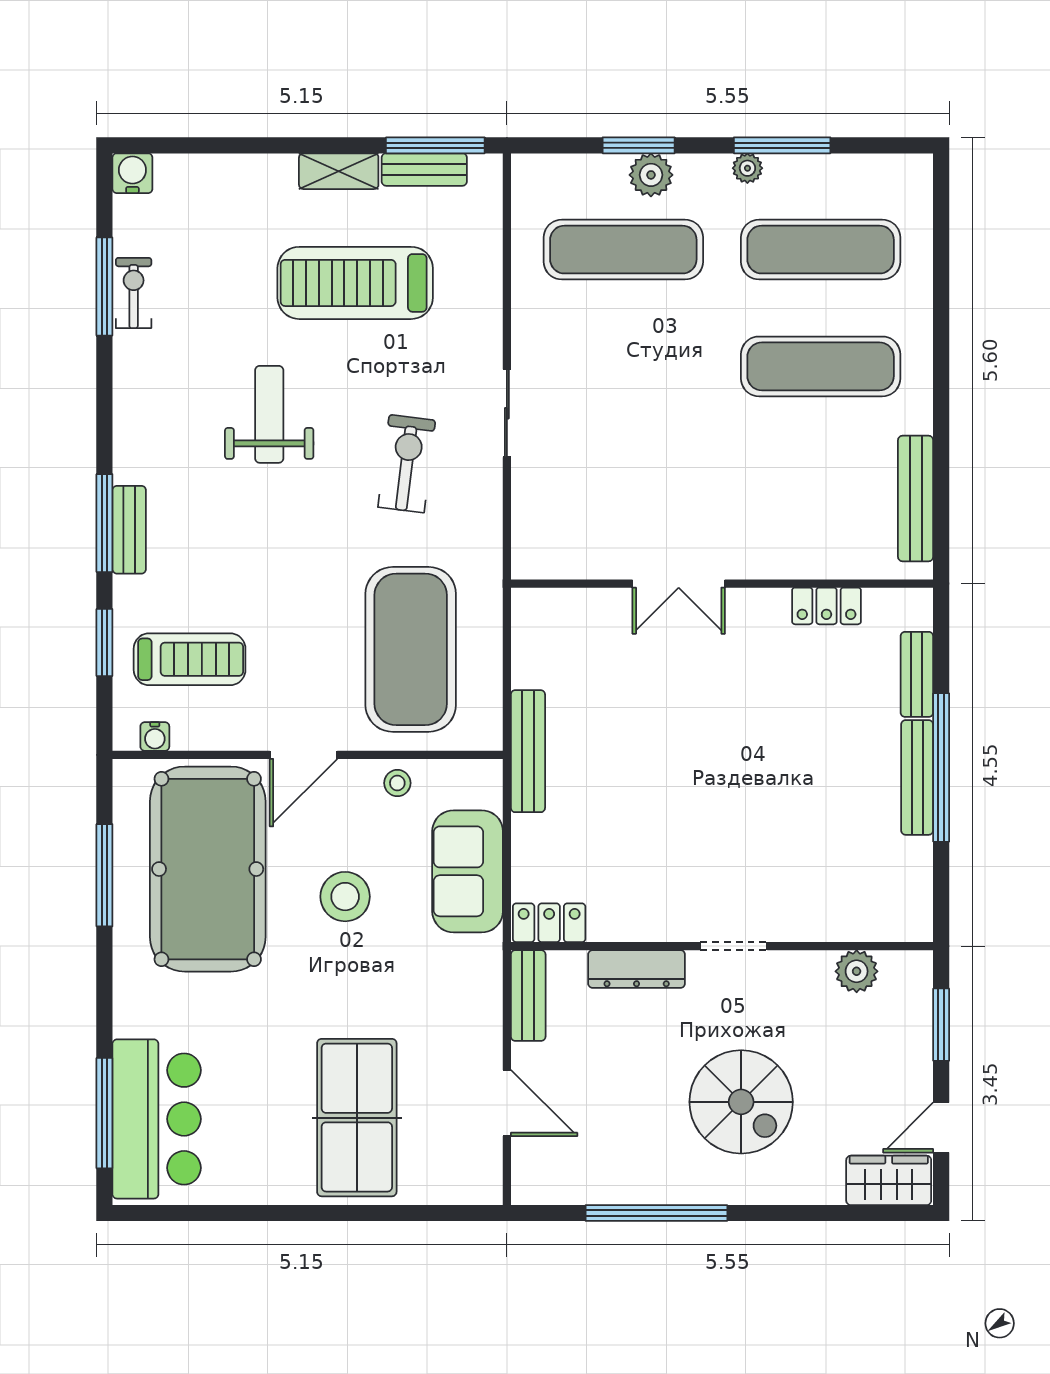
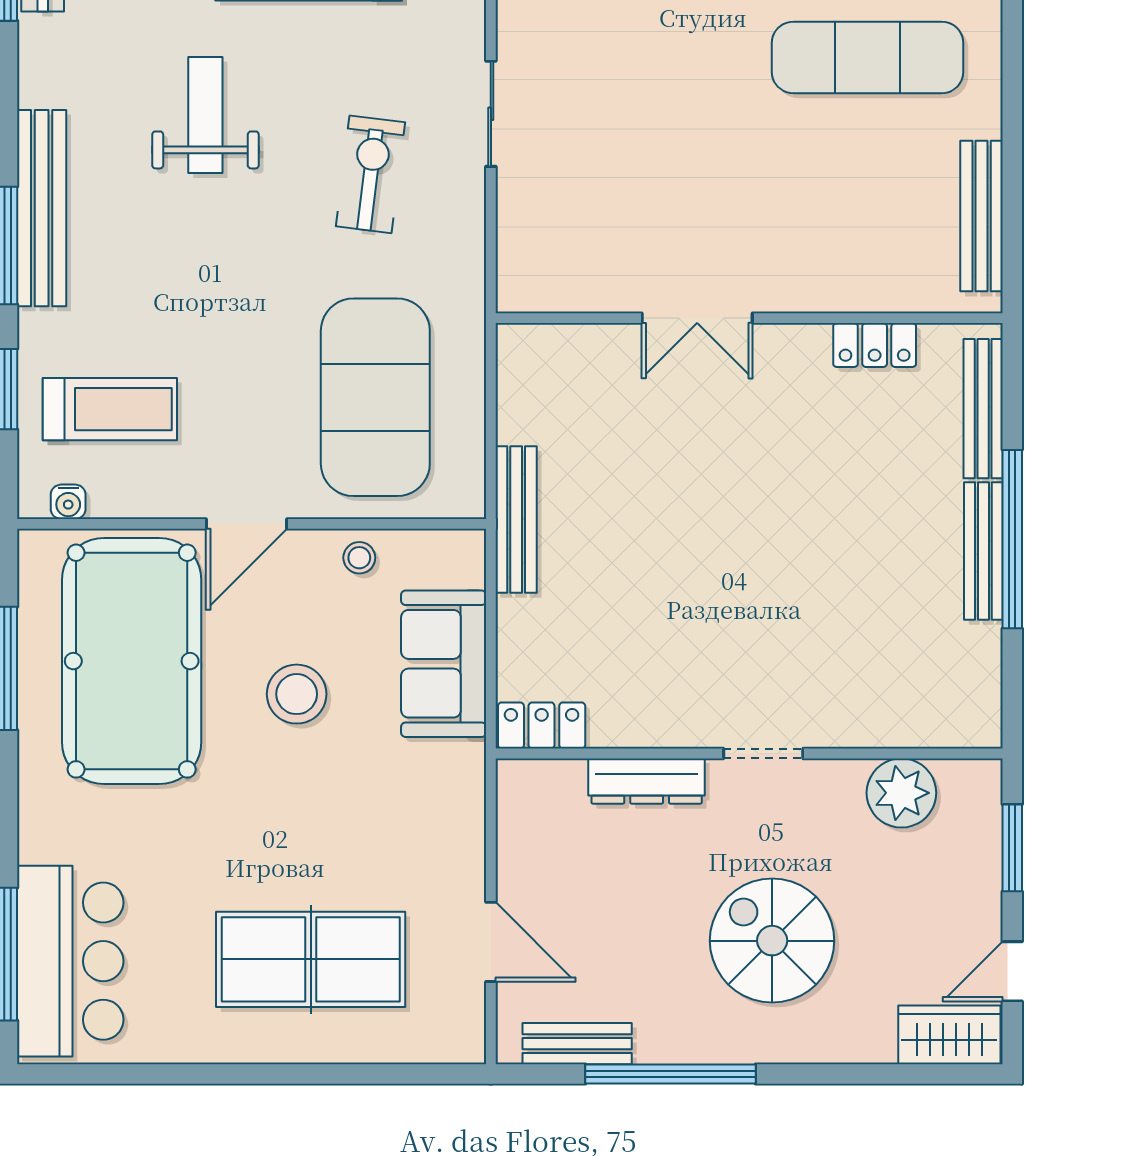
bench: (129, 530) -> (42, 208), width x1.86, depth x1.21
bench: (917, 674) -> (983, 409), width x1.36
plant: (857, 971) -> (901, 793), width x1.36, depth x1.36
bench: (528, 996) -> (577, 1044), moved, turned 90
spiral stairs: (741, 1102) -> (772, 941), turned 180
table tennis table: (357, 1118) -> (311, 959), turned 90

